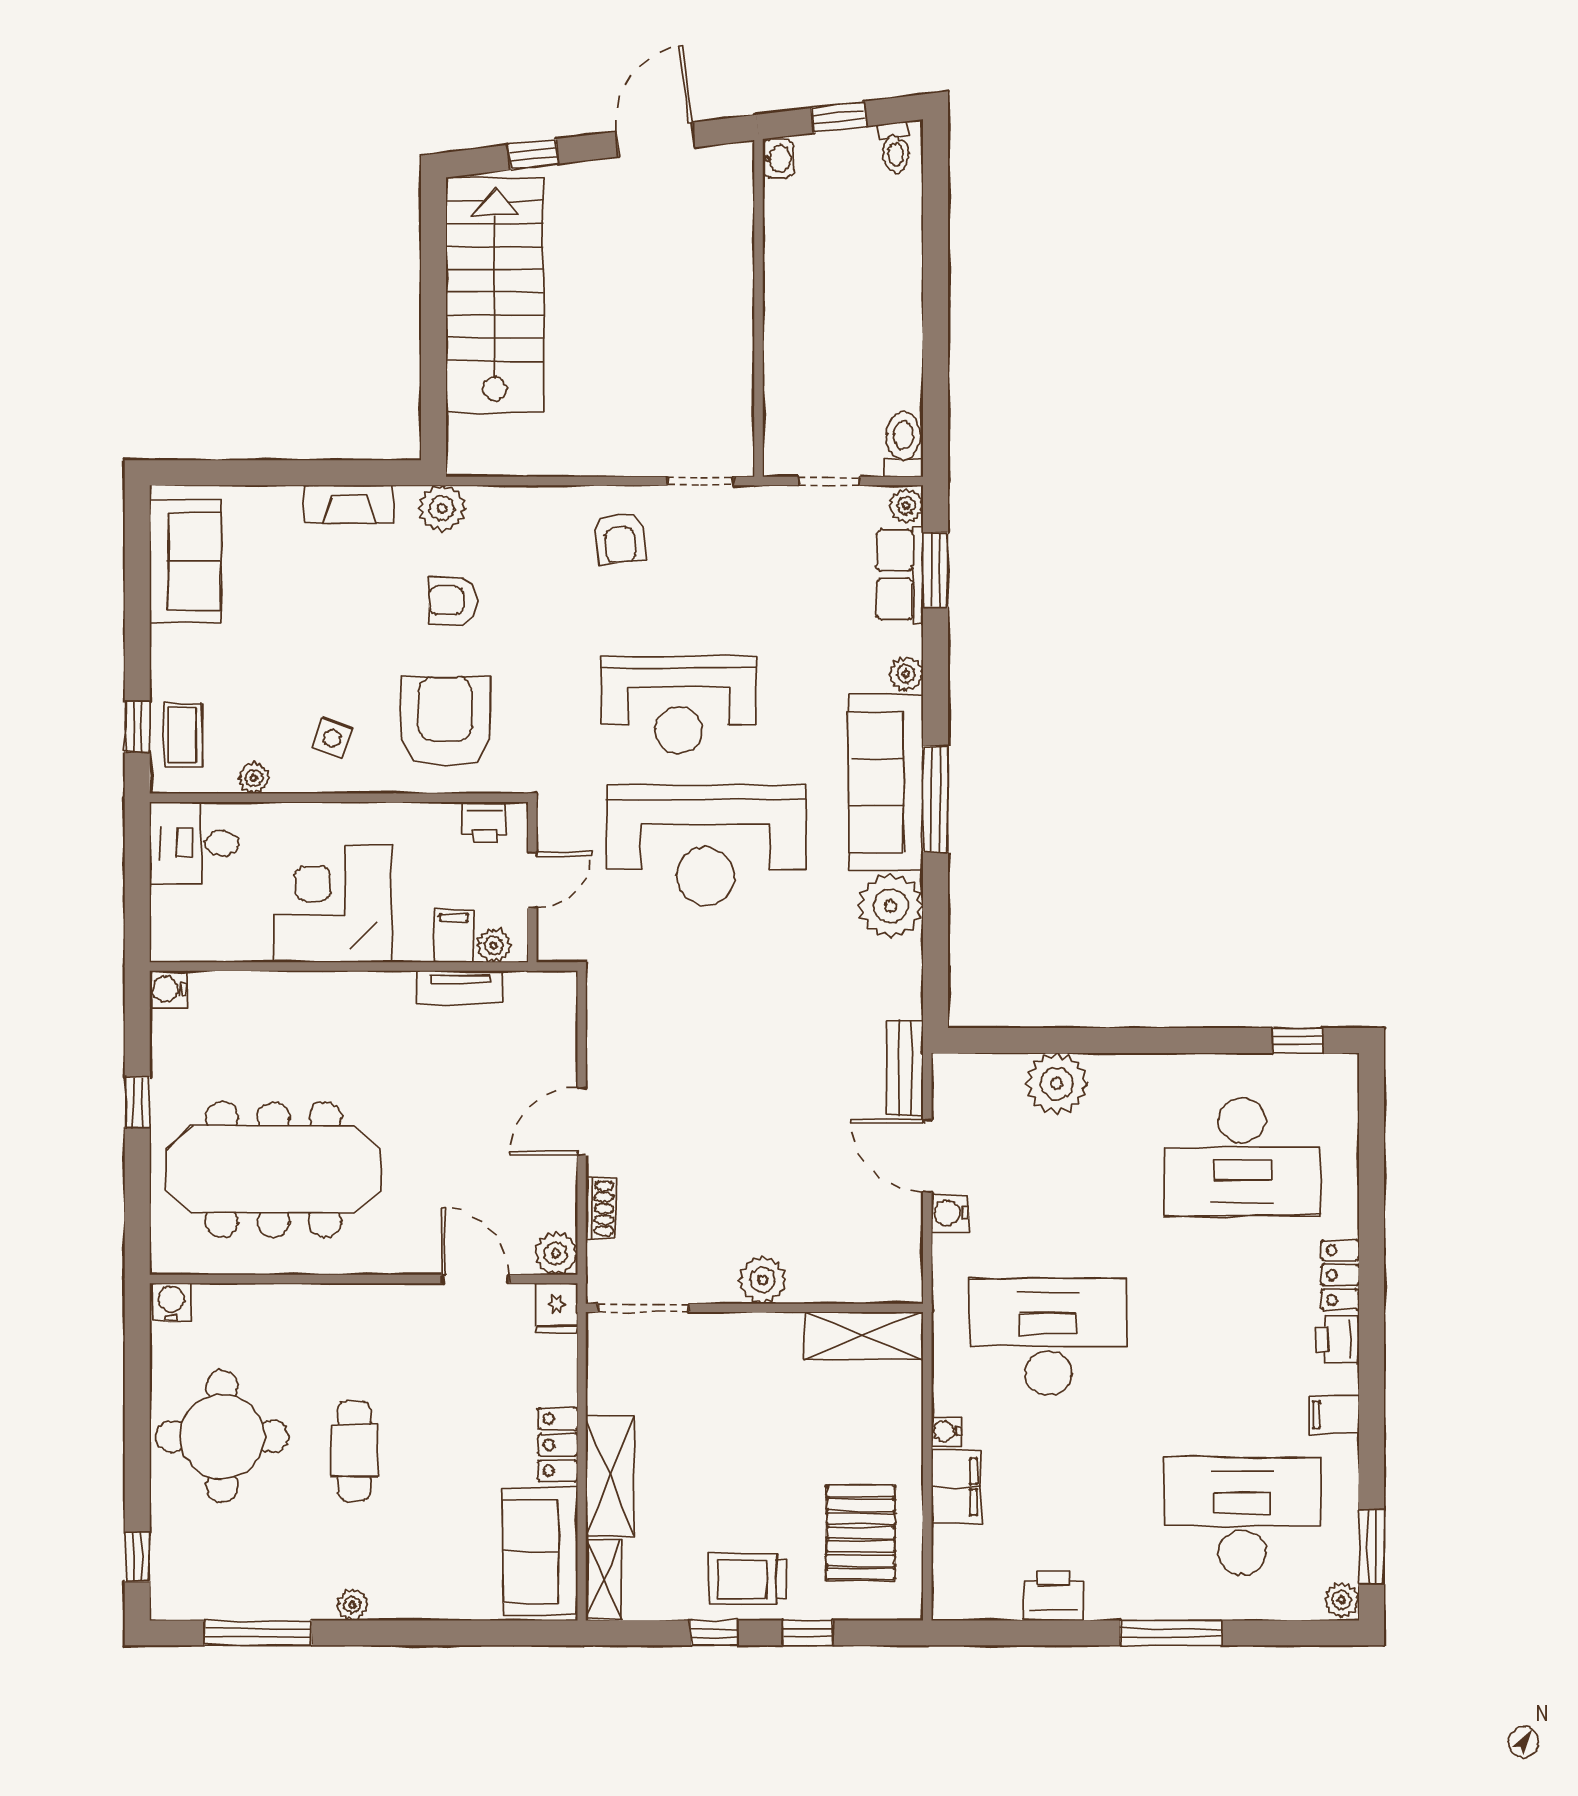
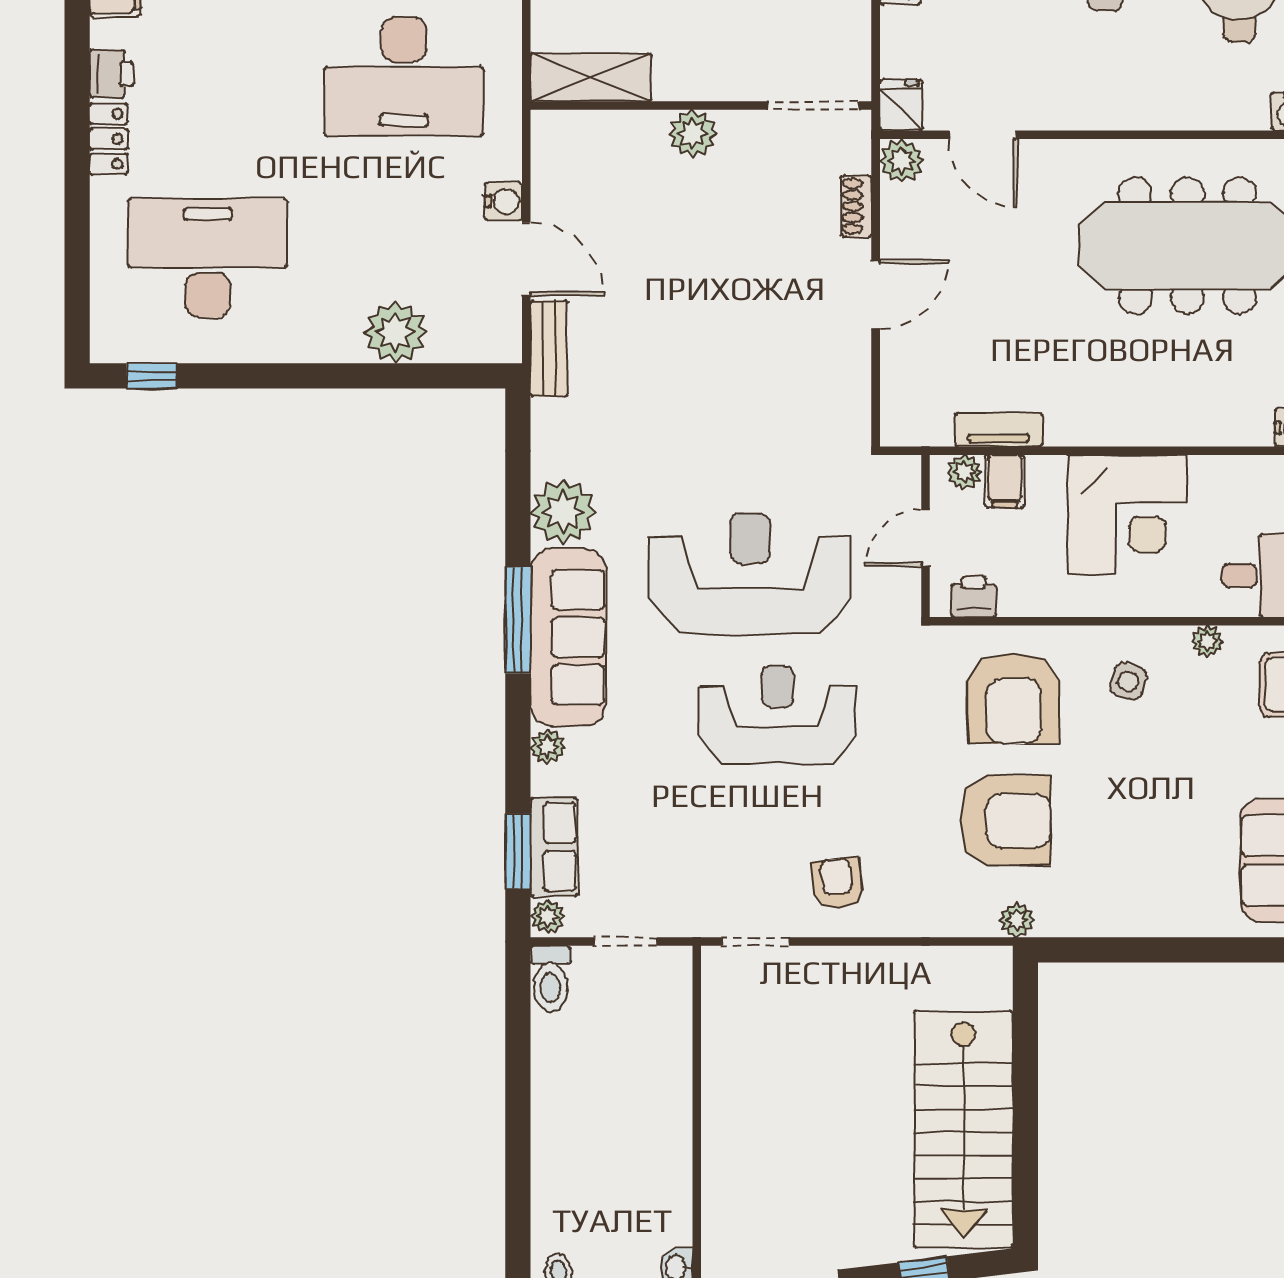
fireplace: (349, 504) -> (1111, 918), removed
plant: (442, 508) -> (1017, 920), width x0.73, depth x0.73
armchair: (453, 601) -> (1006, 821), width x1.88, depth x1.88

